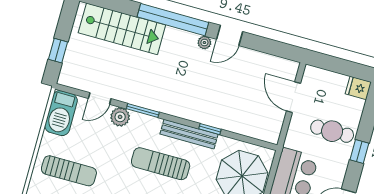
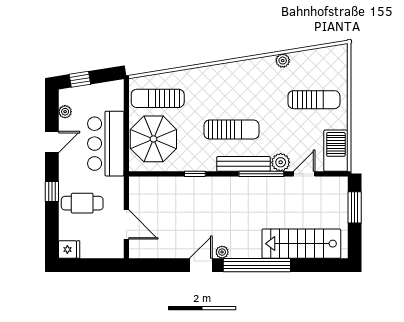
window: (58, 51) -> (355, 207), width x1.50
window: (143, 110) -> (261, 174), width x1.44
bench: (189, 134) -> (243, 164), moved
sun lounger: (69, 171) -> (314, 100), turned 180

